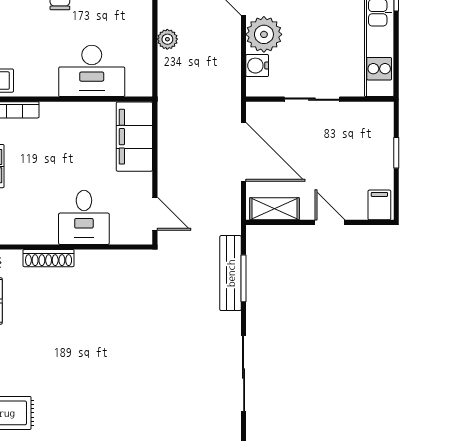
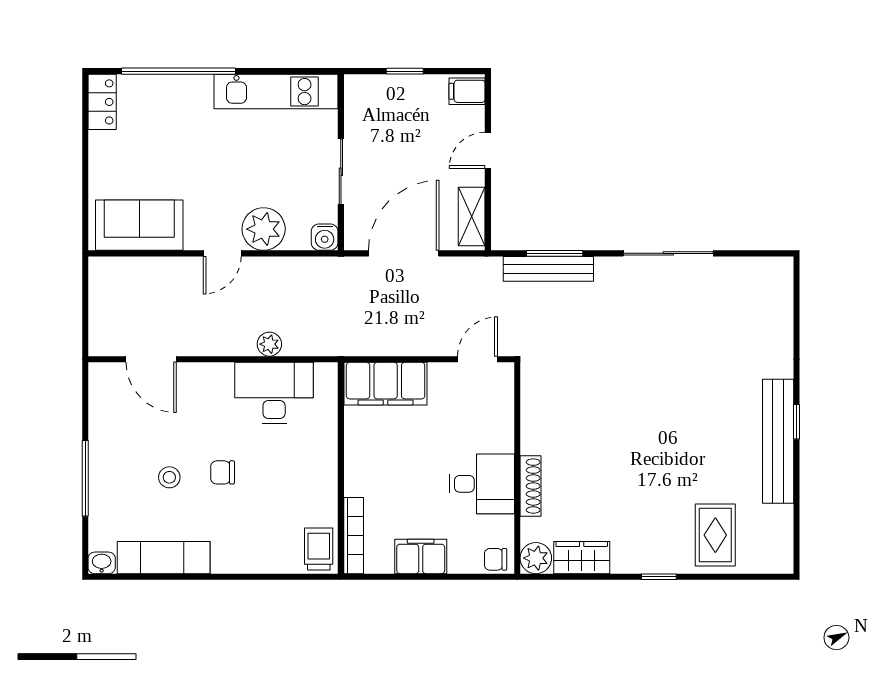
water cooler: (257, 66) -> (325, 237), moved
desk: (92, 71) -> (274, 393), moved, turned -90
desk: (84, 217) -> (482, 484), moved

